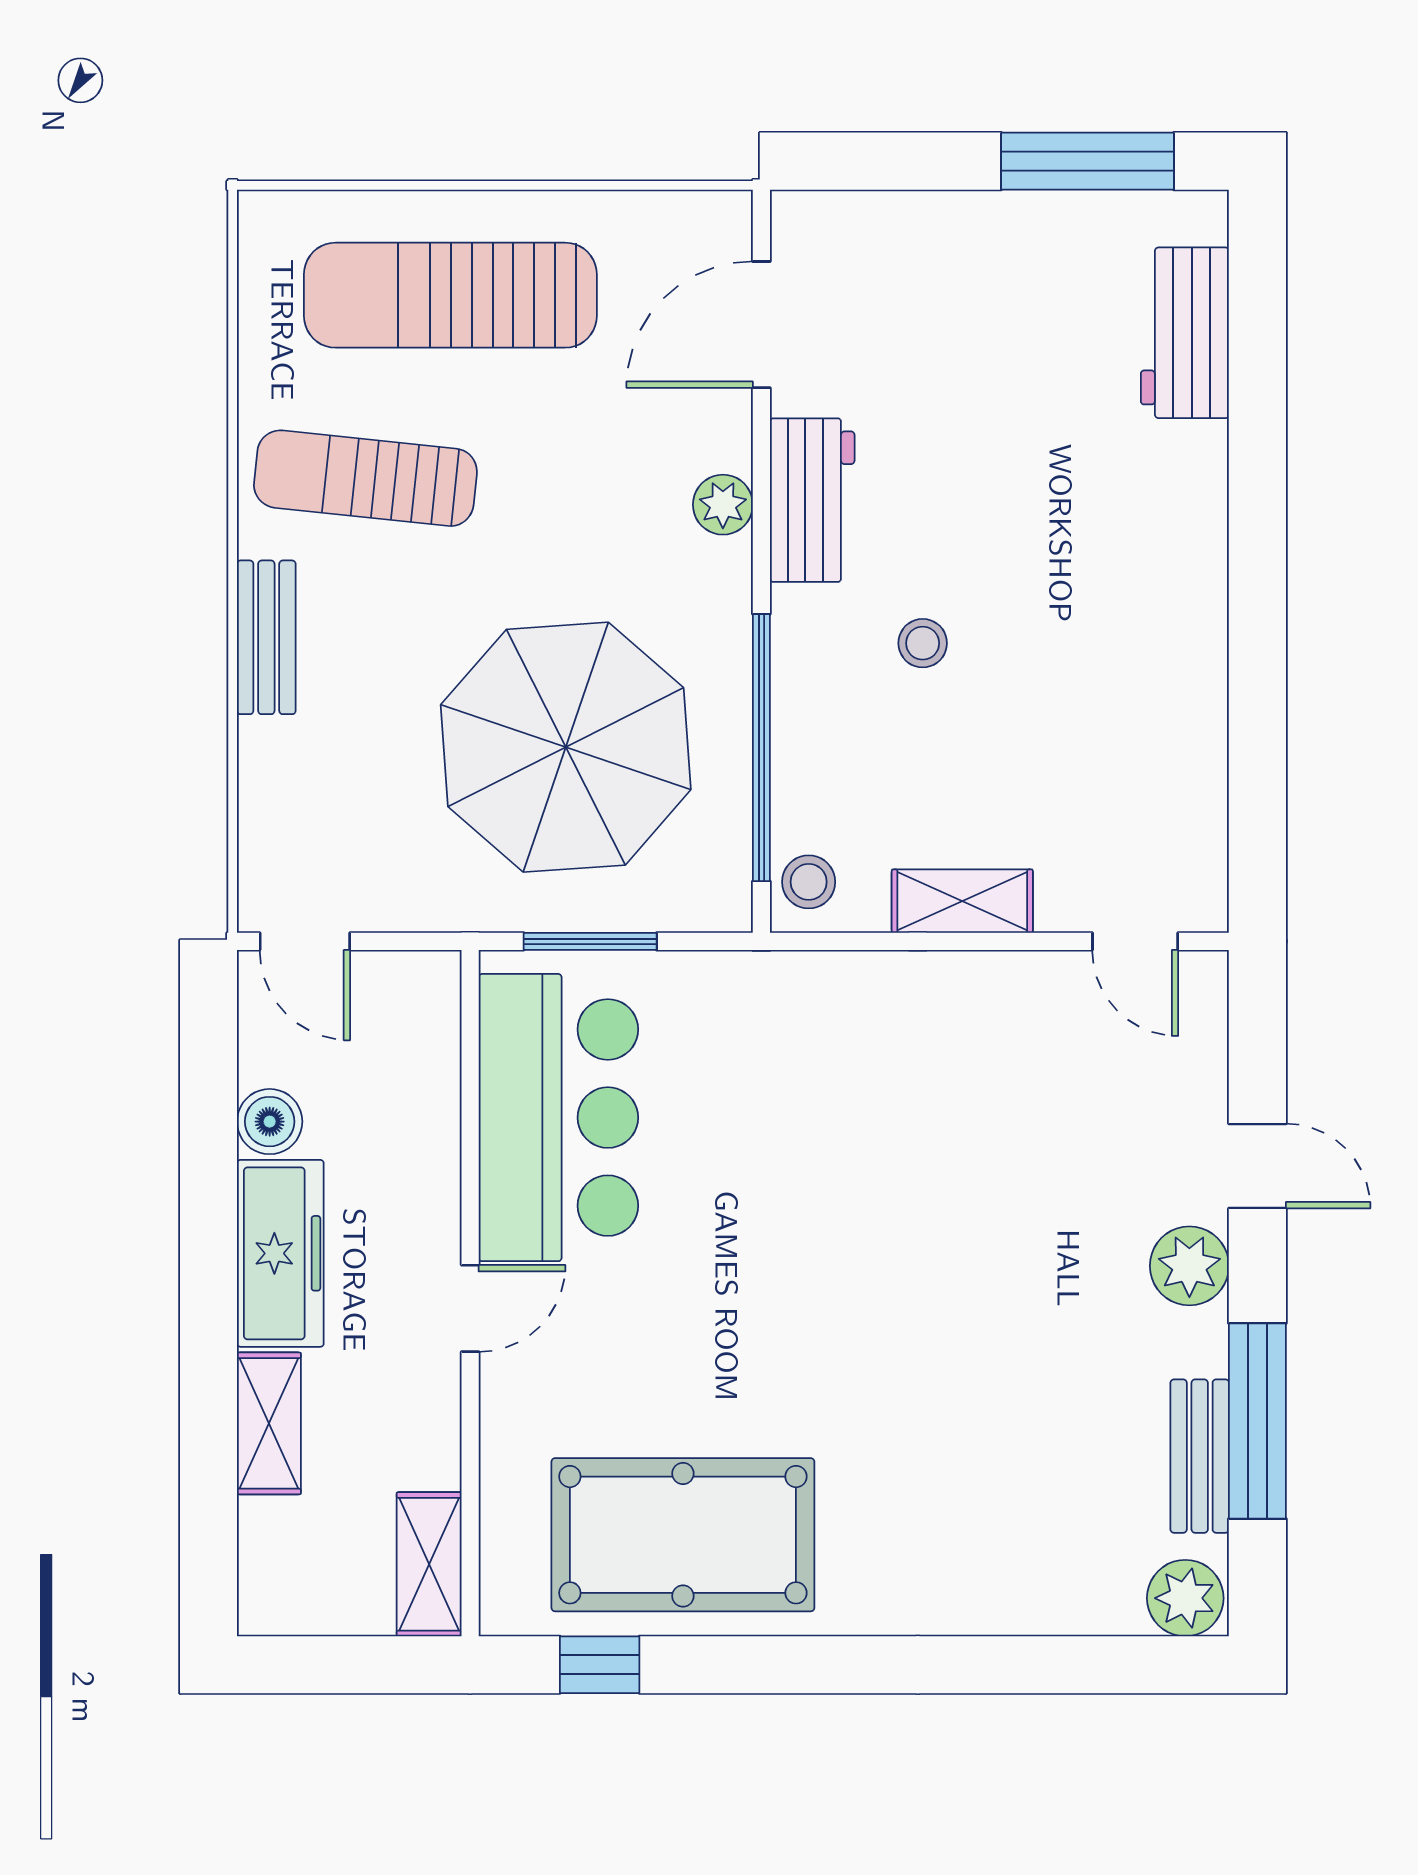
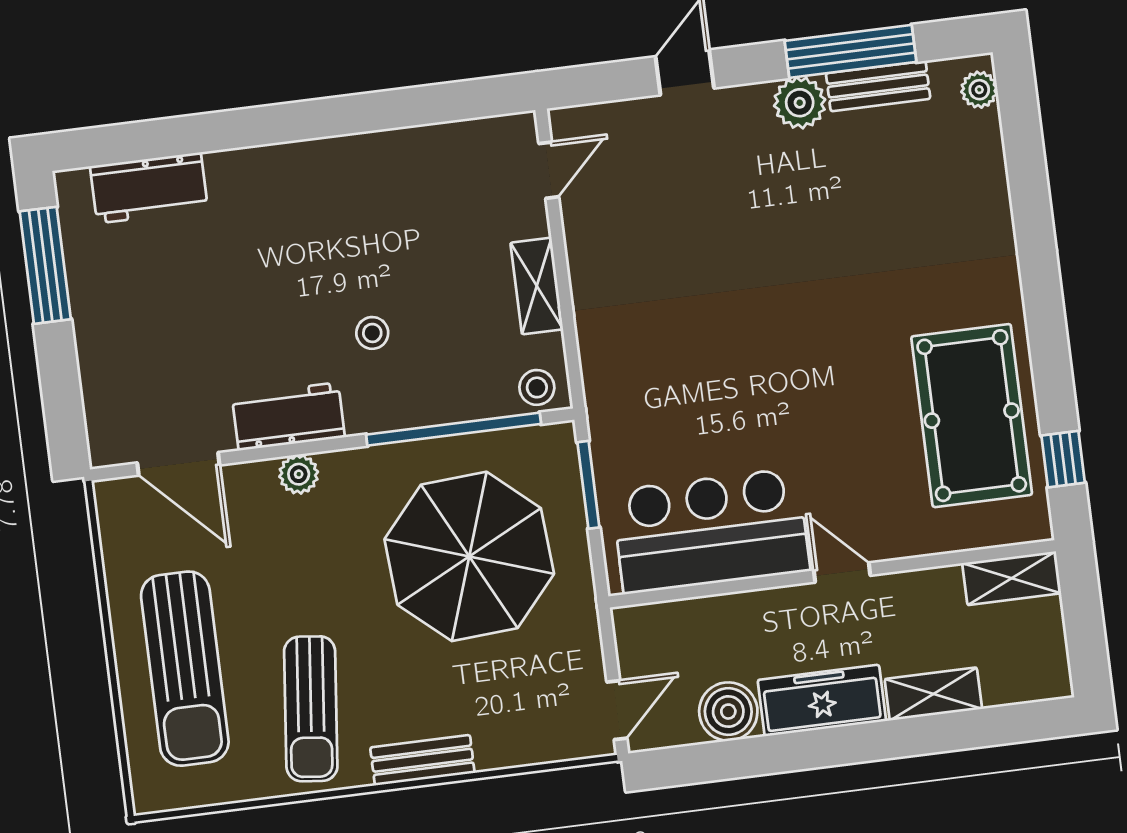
window: (590, 941) -> (588, 485), moved
boiler: (270, 1122) -> (728, 712), width x1.36, depth x1.36
plant: (1189, 1266) -> (800, 103), moved
plant: (1185, 1598) -> (979, 90), width x0.73, depth x0.73

